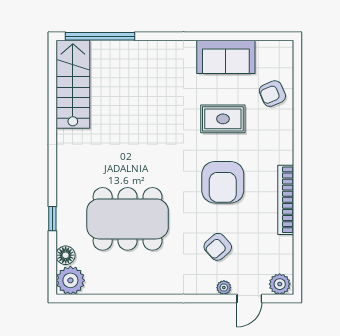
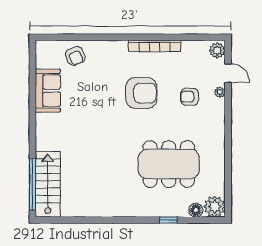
stairs: (73, 84) -> (48, 184), moved, turned 90
rug: (223, 119) -> (94, 93), removed
dining table: (128, 219) -> (169, 164), turned 90
armchair: (218, 247) -> (190, 97), turned 132

